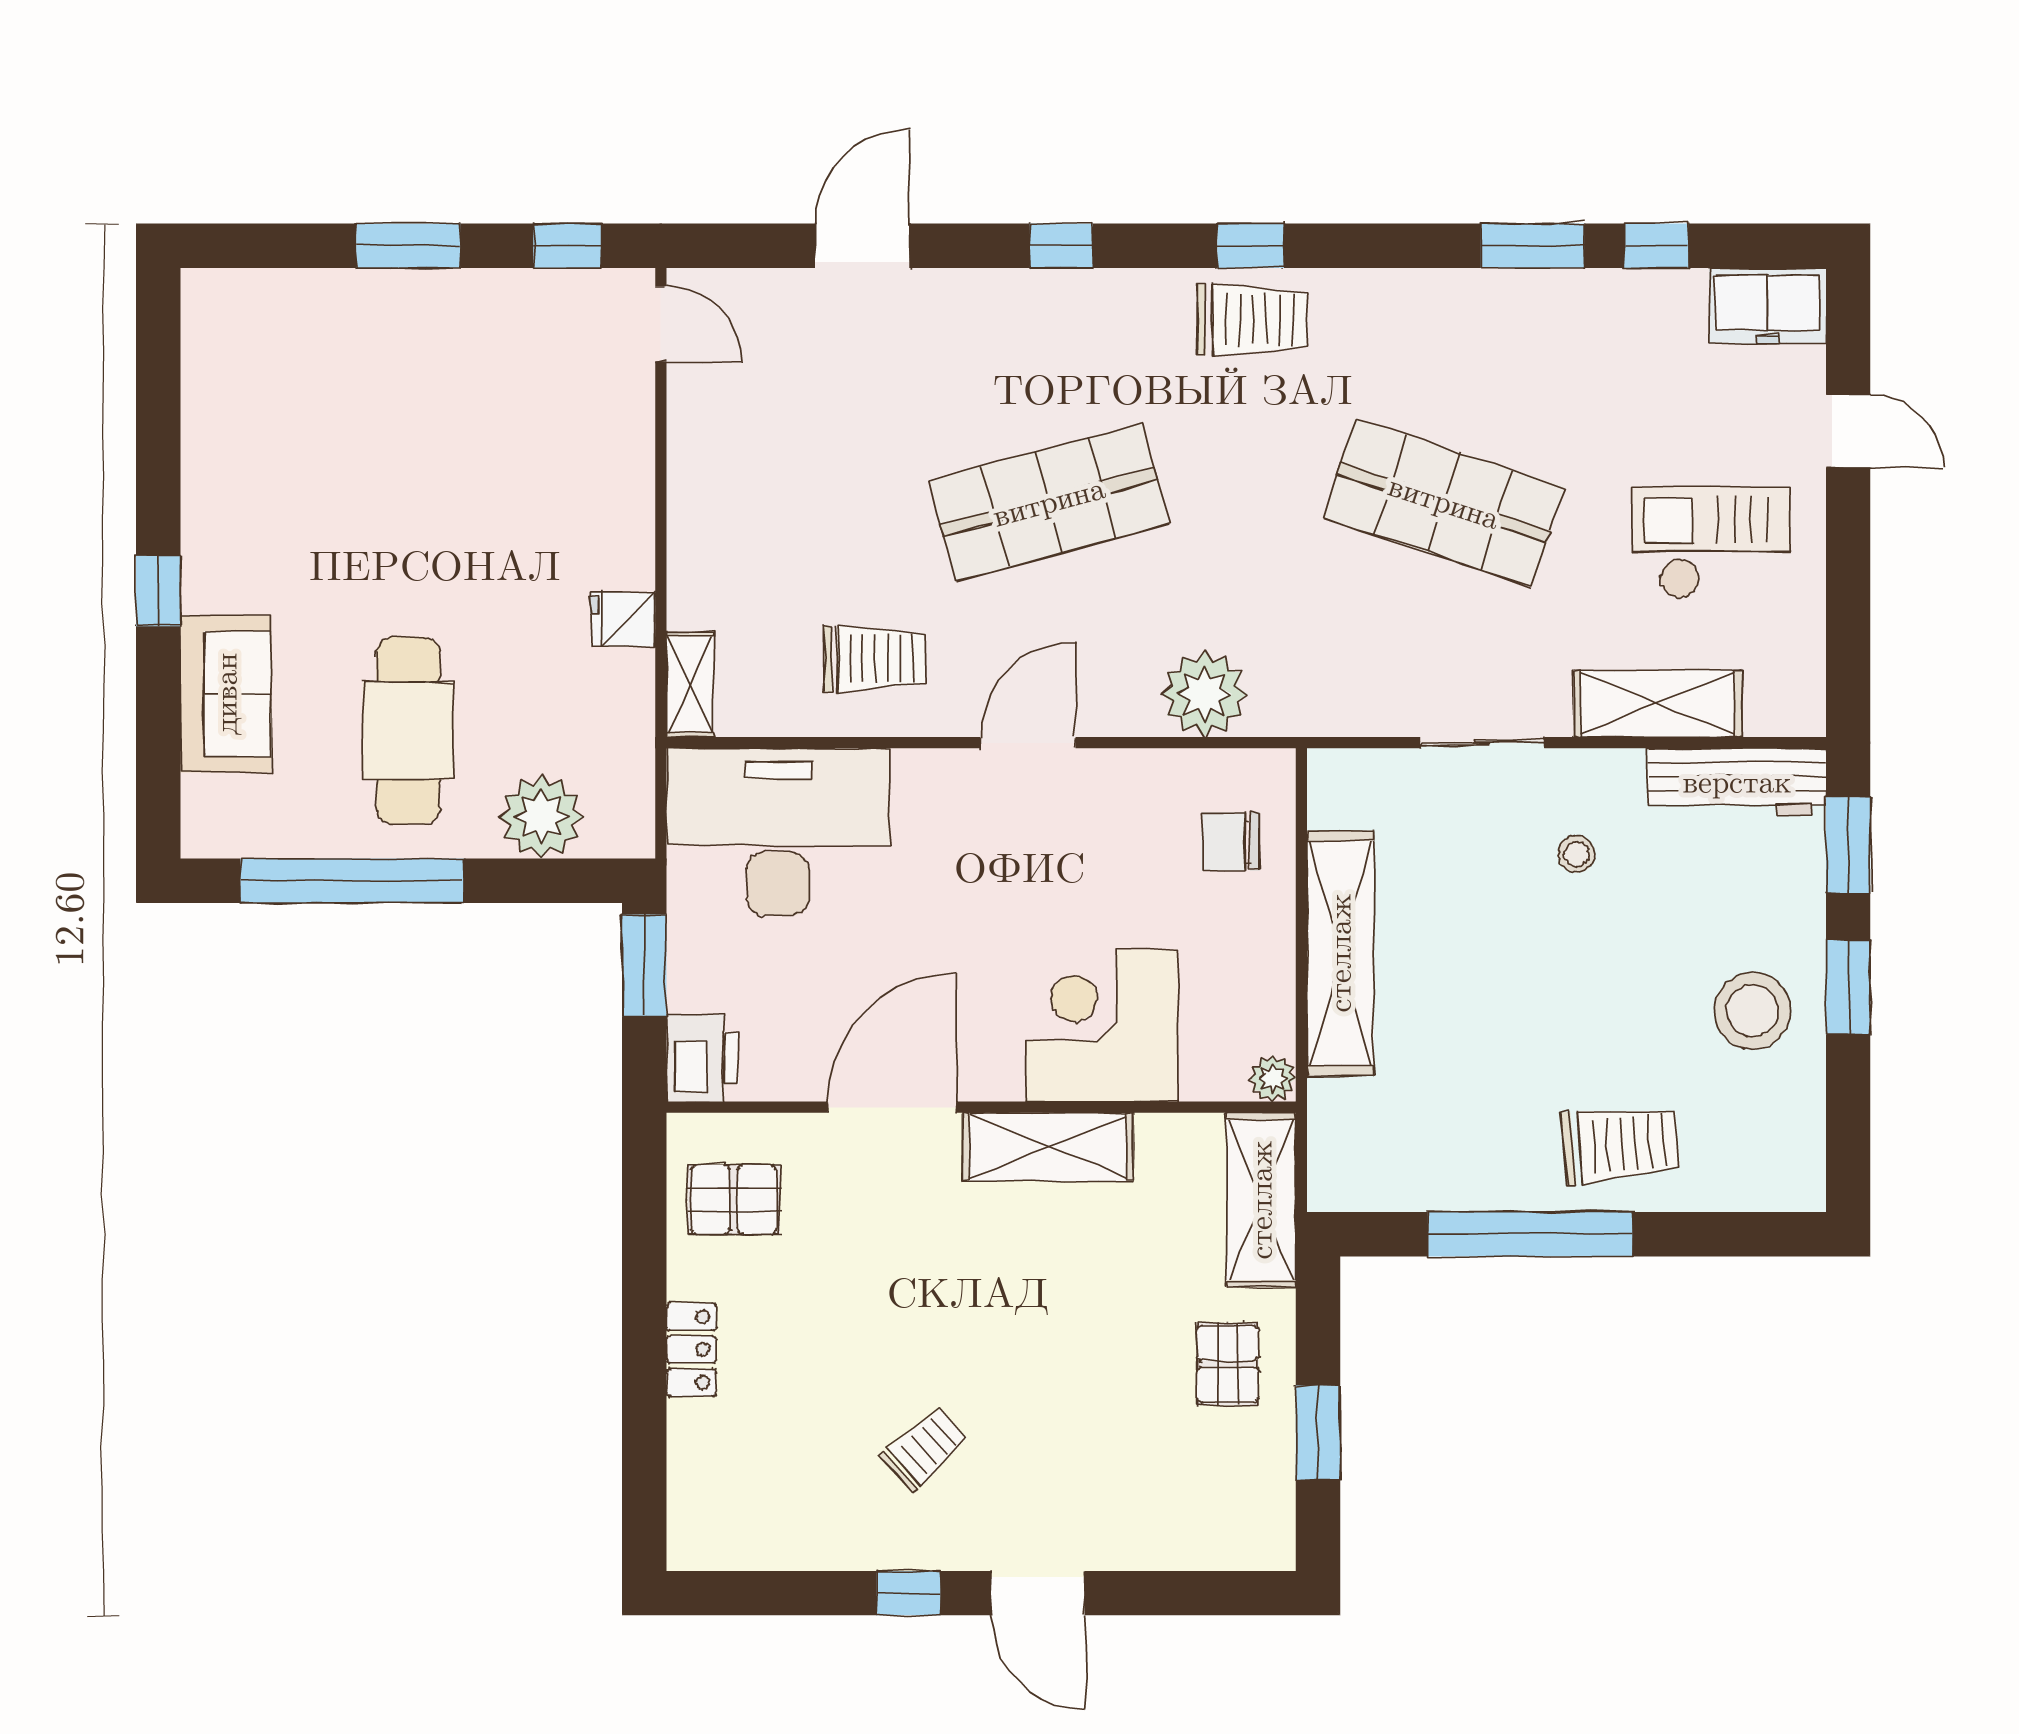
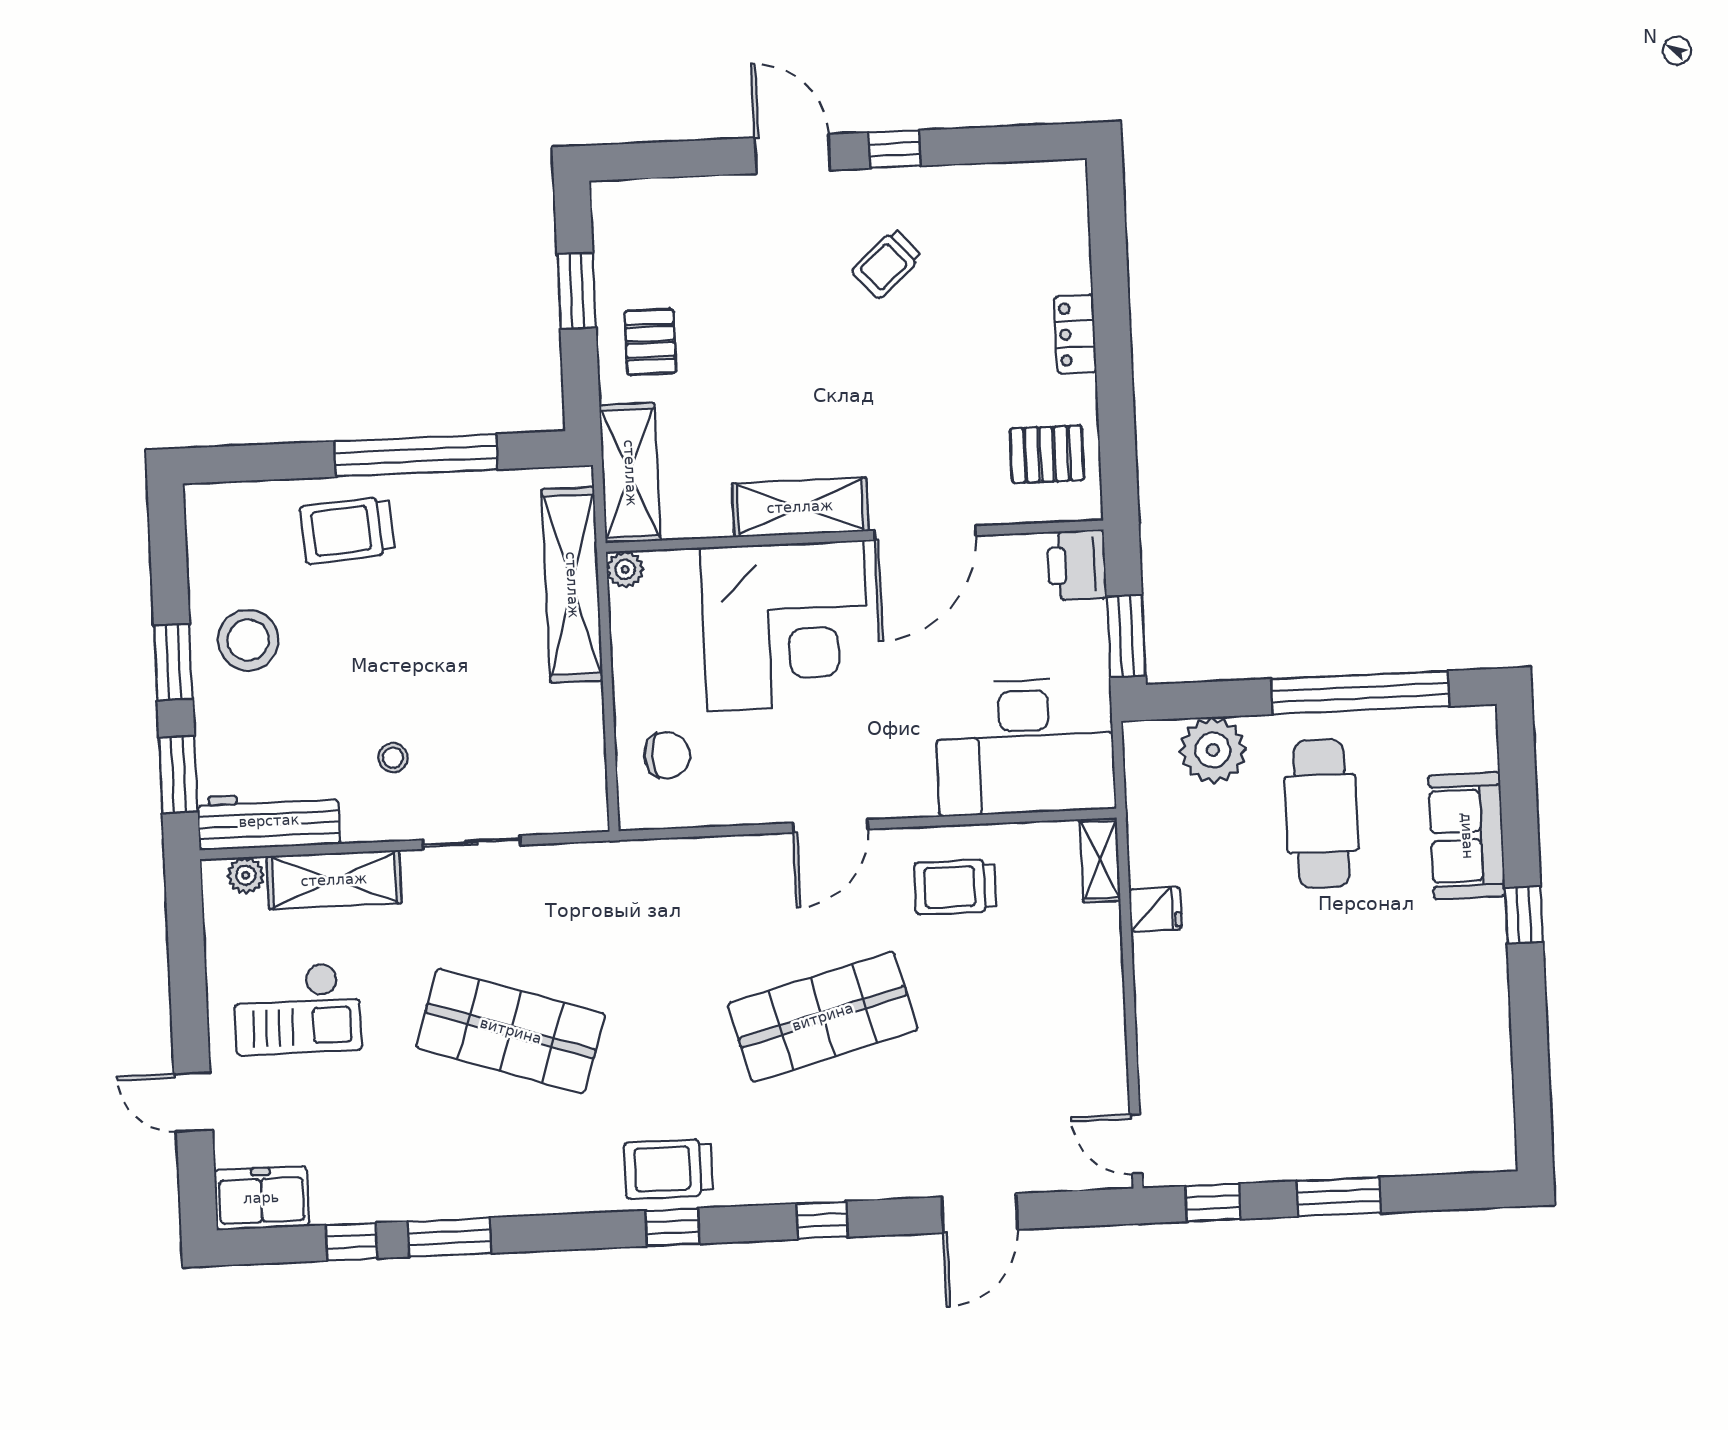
plant: (1204, 694) -> (246, 875), moved, width x0.53, depth x0.53
shelving: (1340, 953) -> (572, 585), moved
corner desk: (1101, 1026) -> (785, 626), width x1.36, depth x1.36

